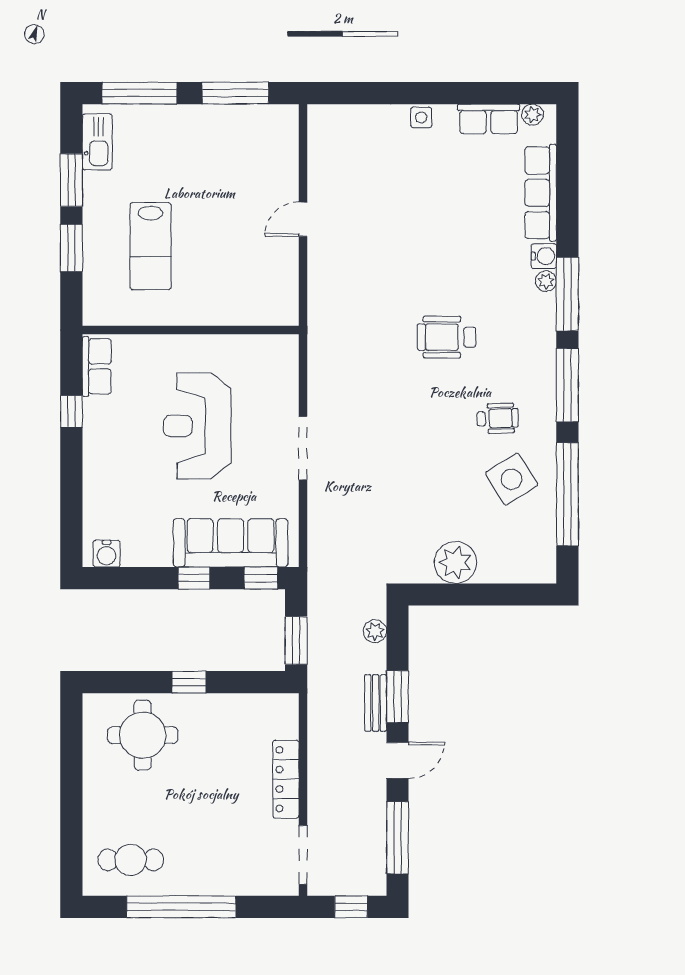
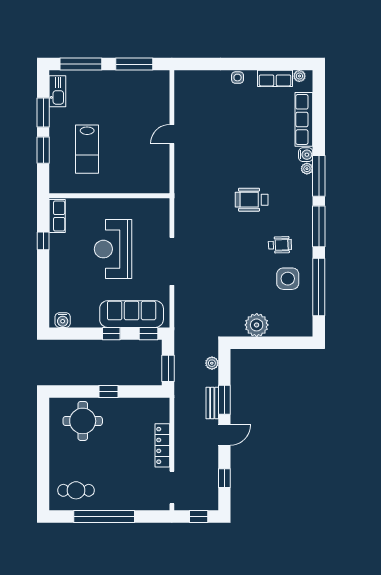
doorway: (303, 448) -> (172, 261), width x1.36
side table: (512, 479) -> (288, 279), turned 32
window: (397, 838) -> (224, 478), width x0.46

